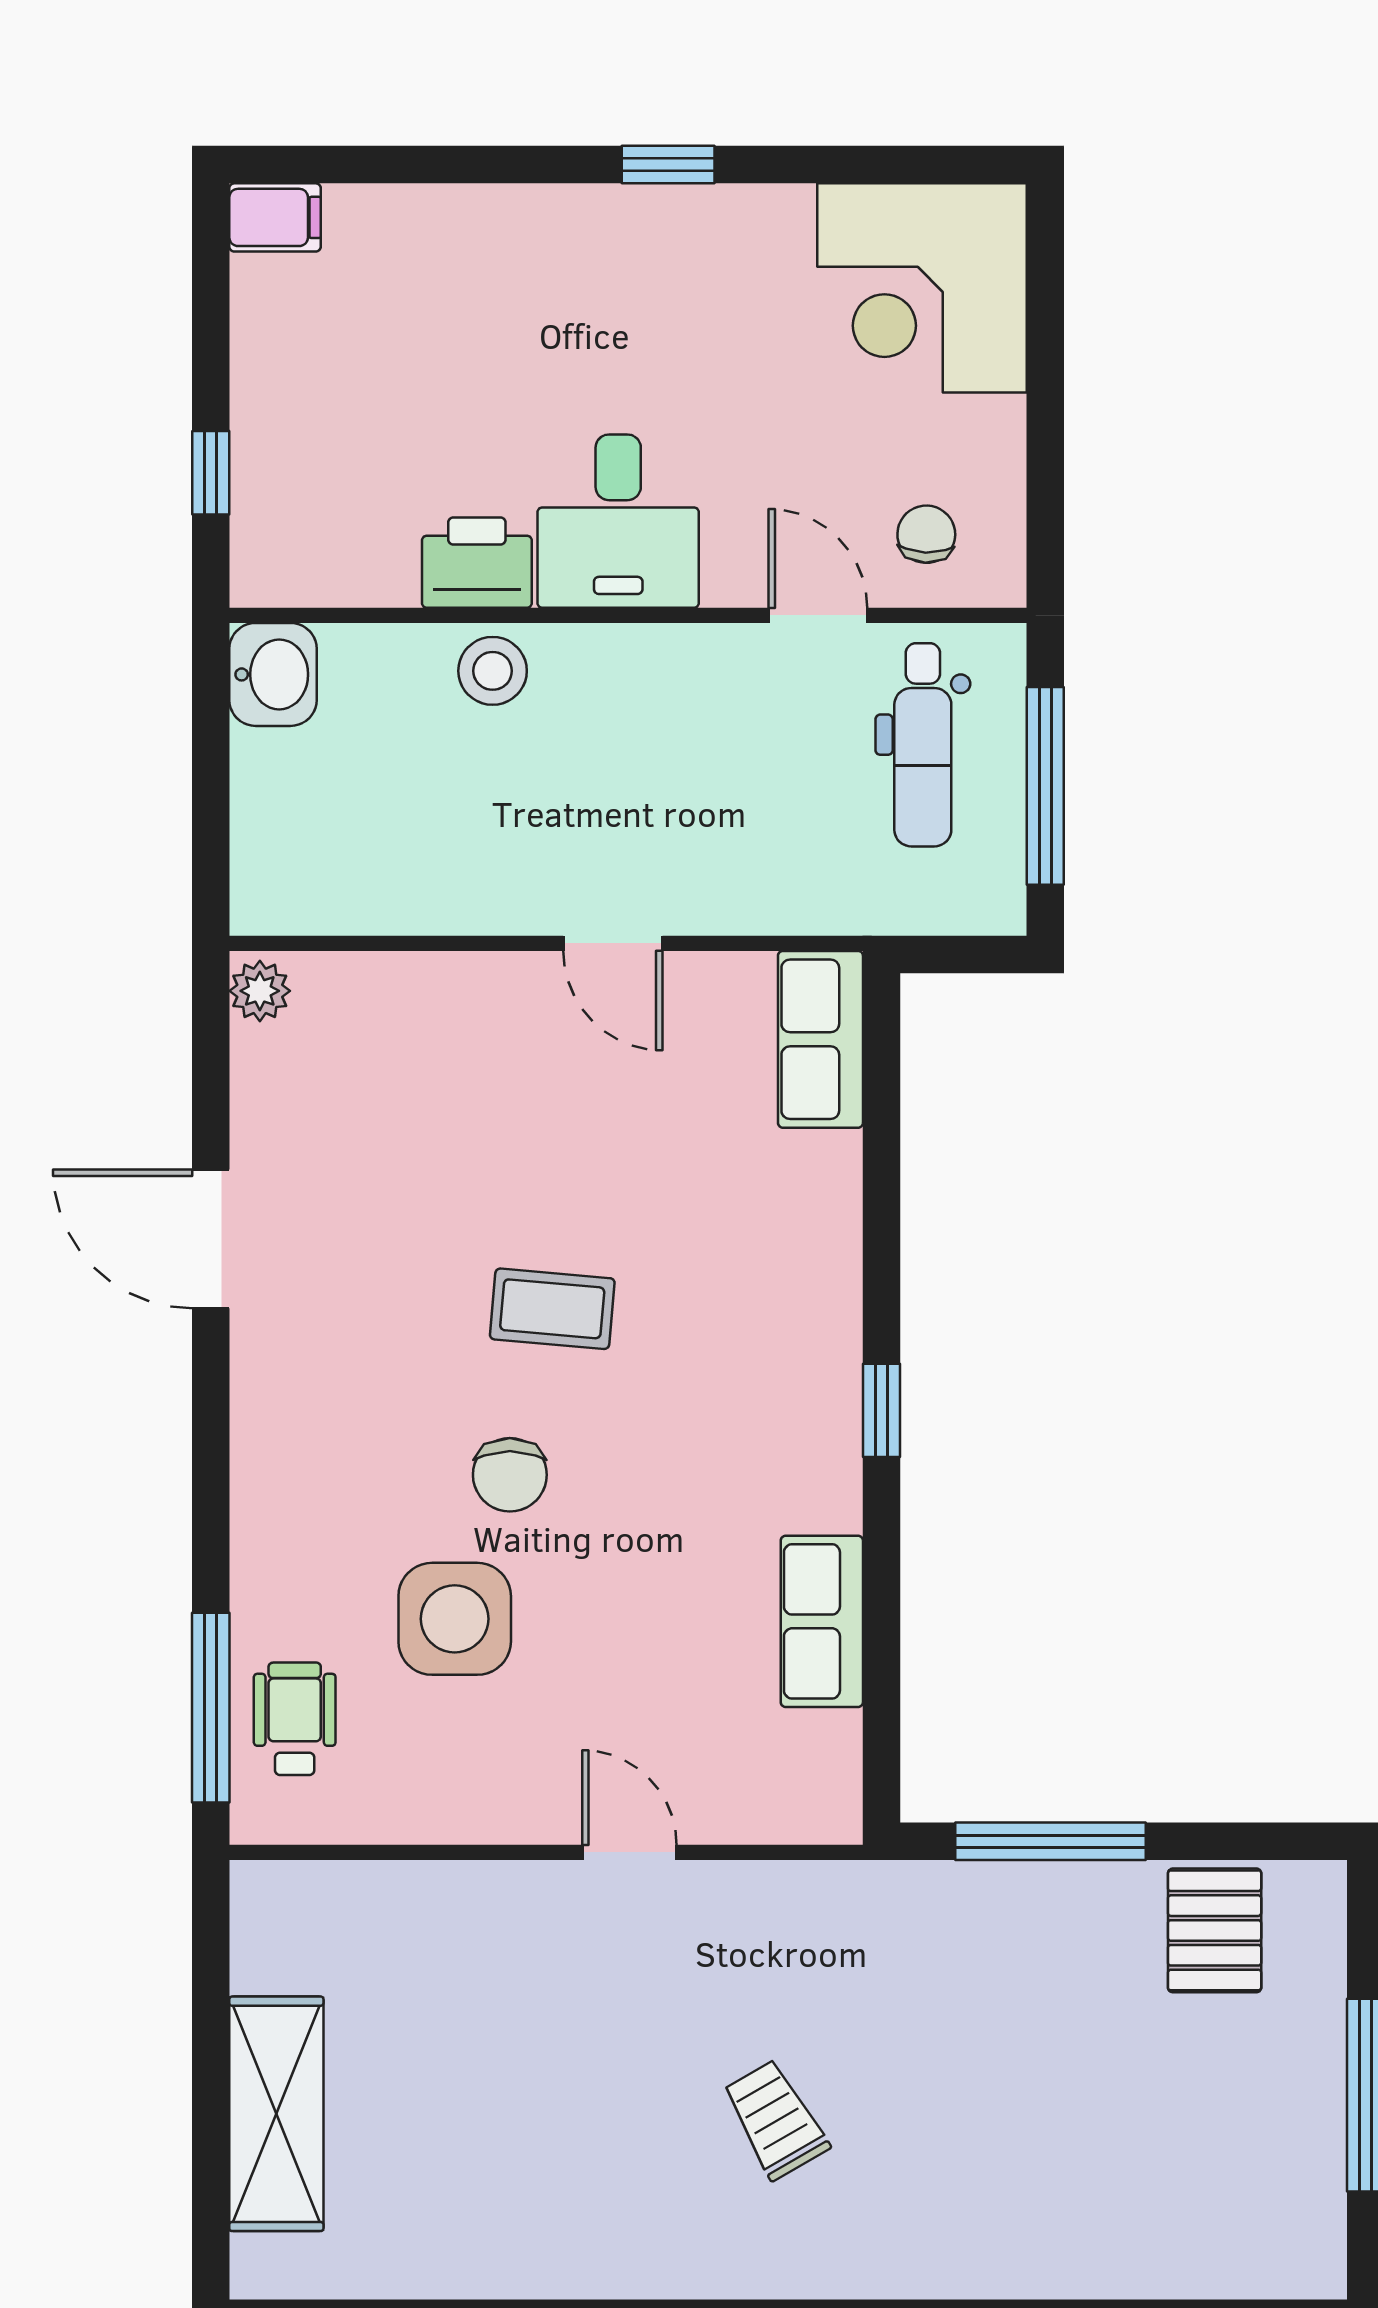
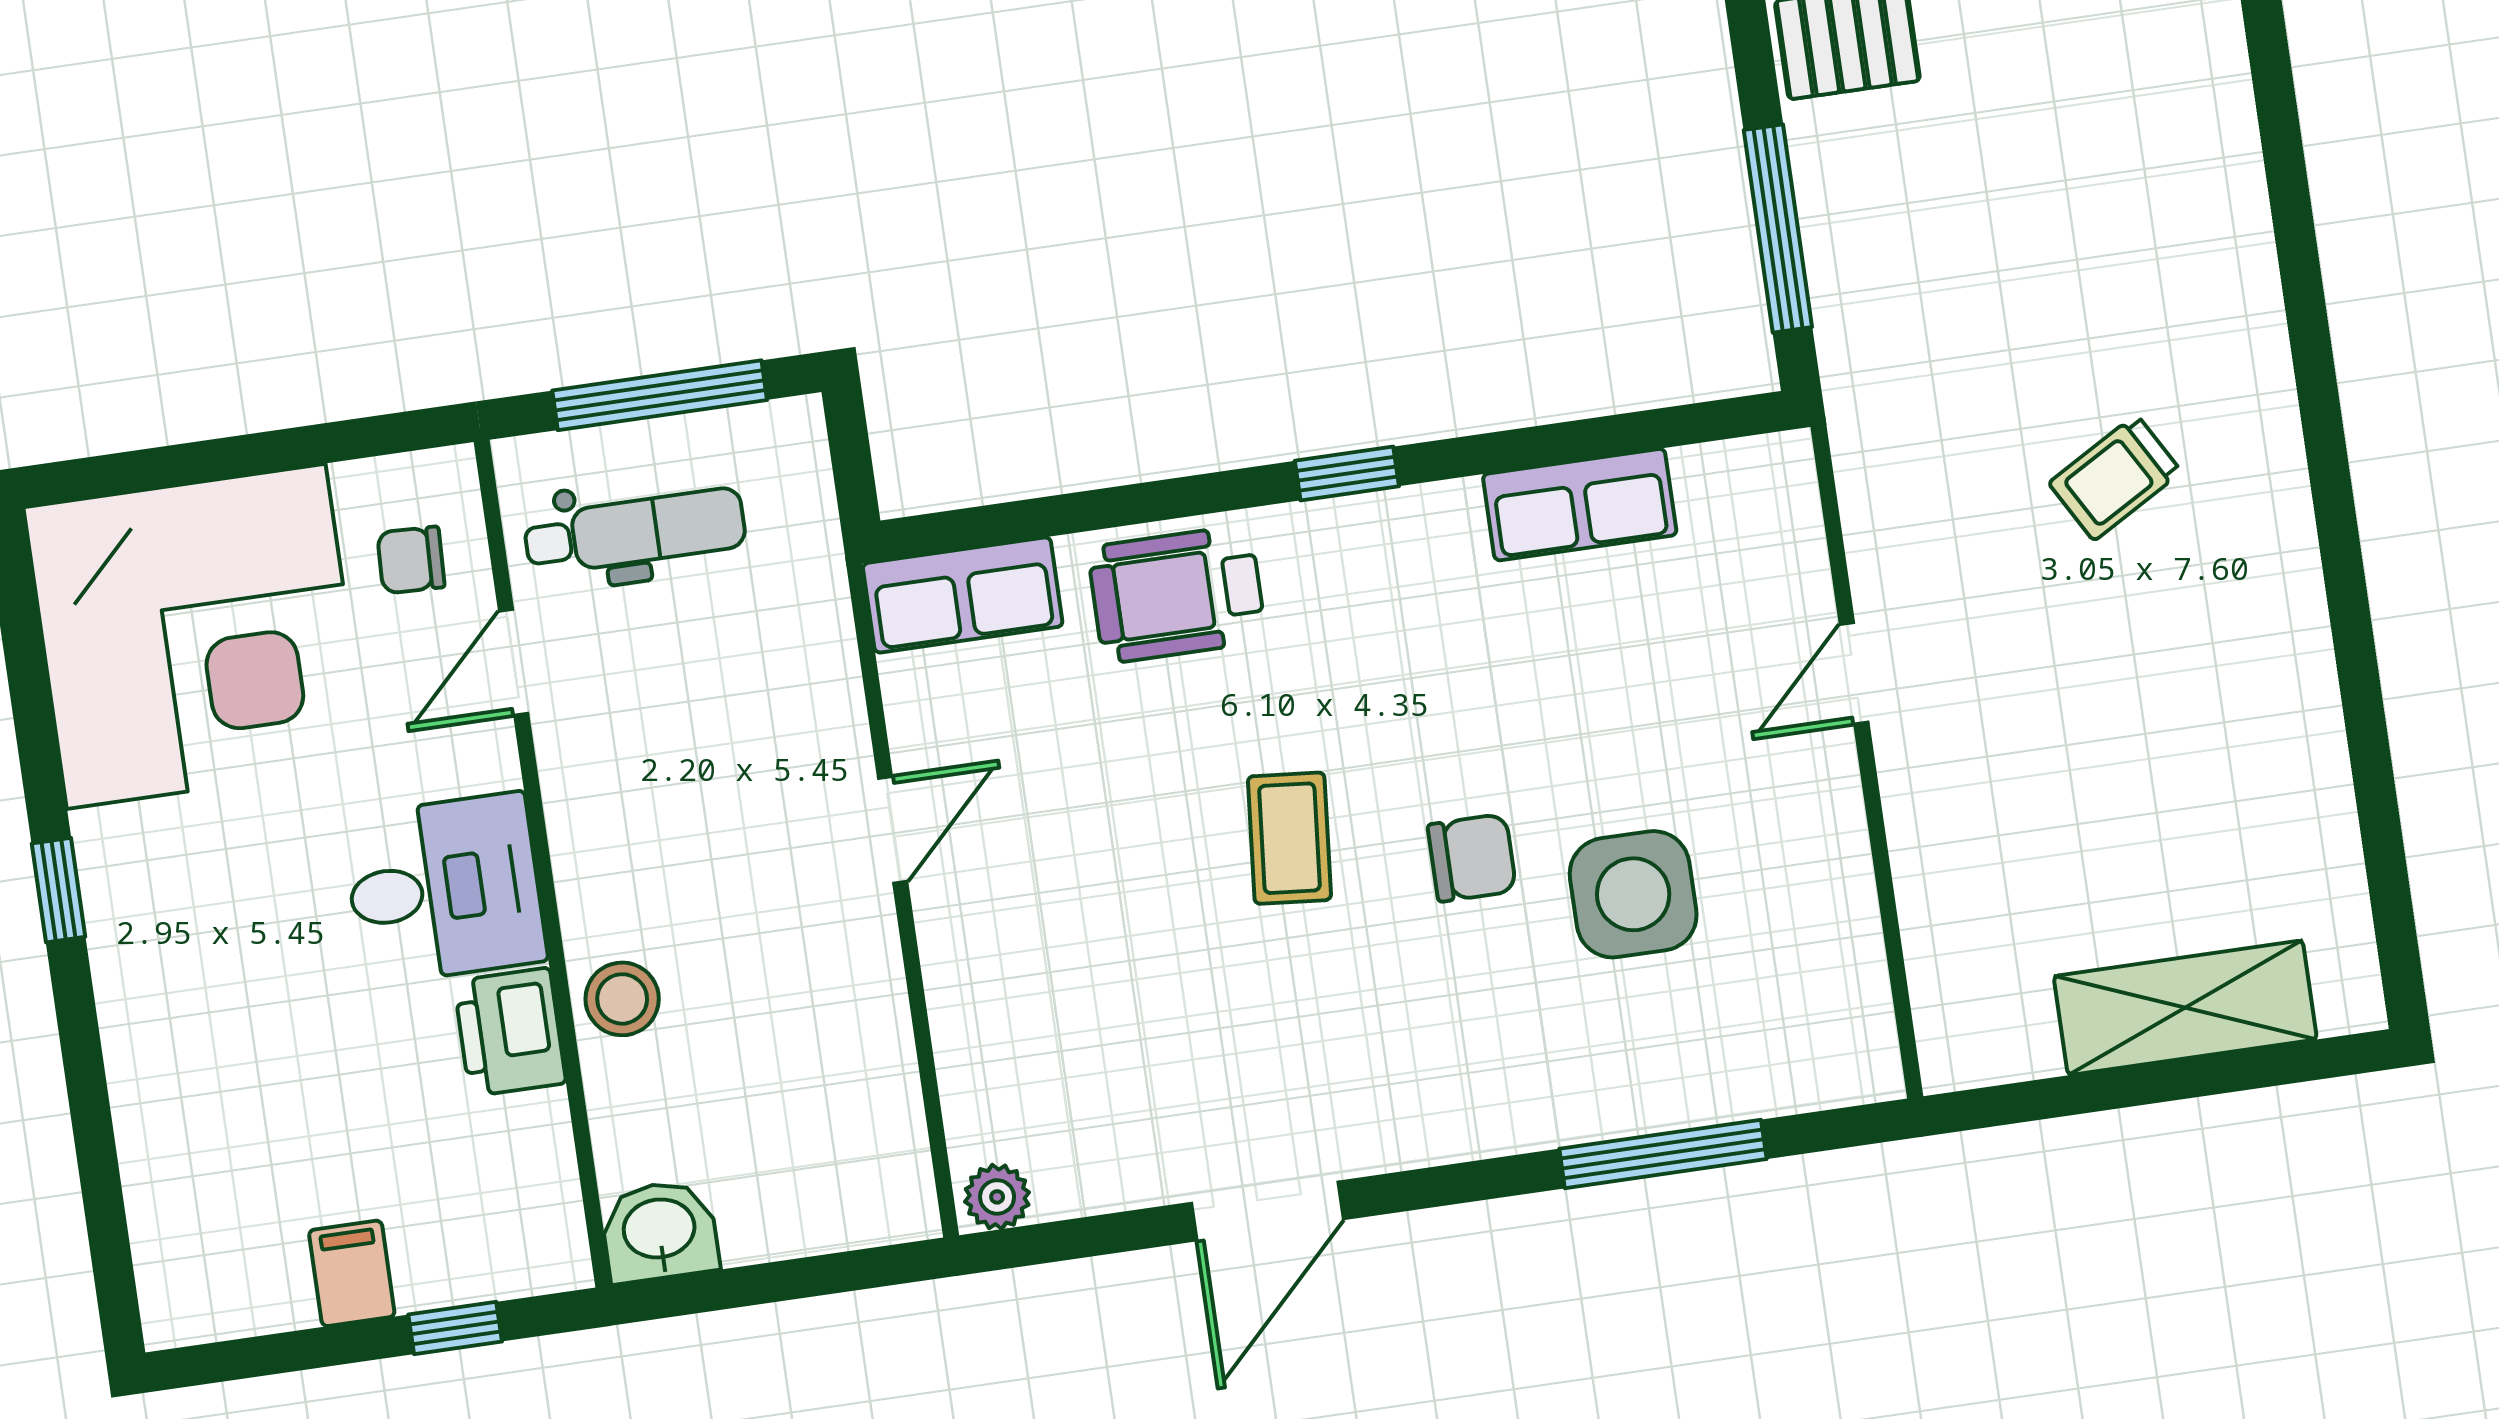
filing cabinet: (275, 217) -> (352, 1273), moved
corner desk: (922, 288) -> (196, 636), width x1.36, depth x1.36
window: (211, 1708) -> (1663, 1154), moved
wheelchair: (295, 1719) -> (1177, 594), moved, width x1.36, depth x1.37

